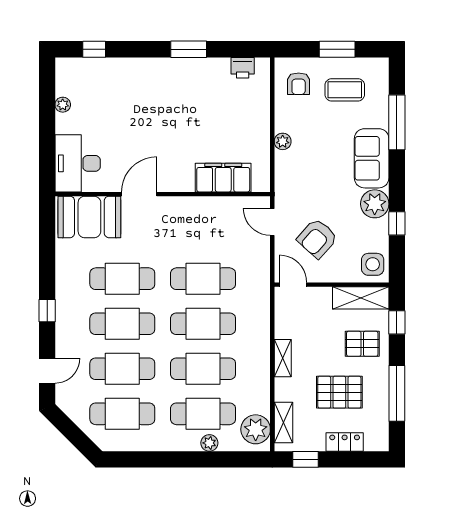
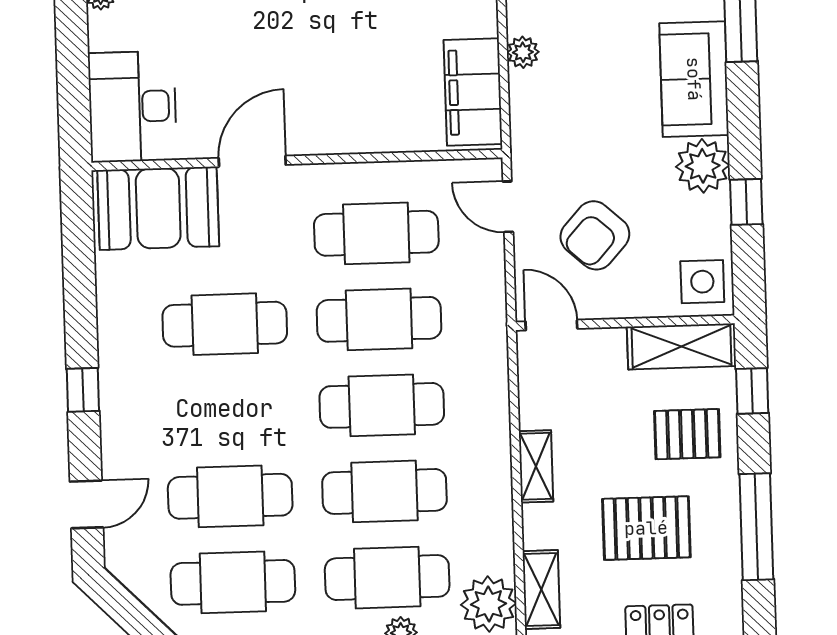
filing cabinet: (223, 178) -> (473, 92), moved, turned -90
cafe table: (122, 324) -> (376, 233), moved

